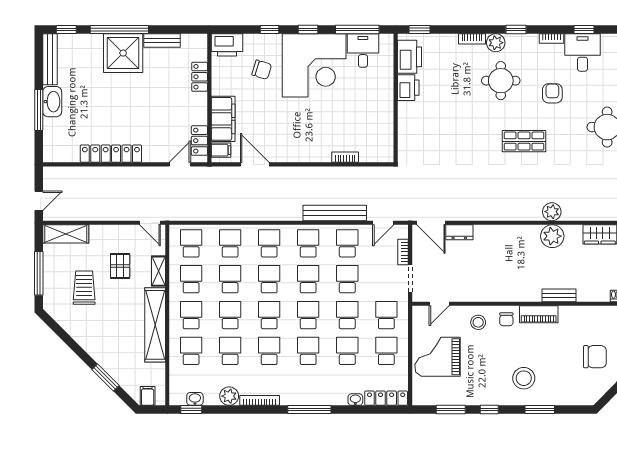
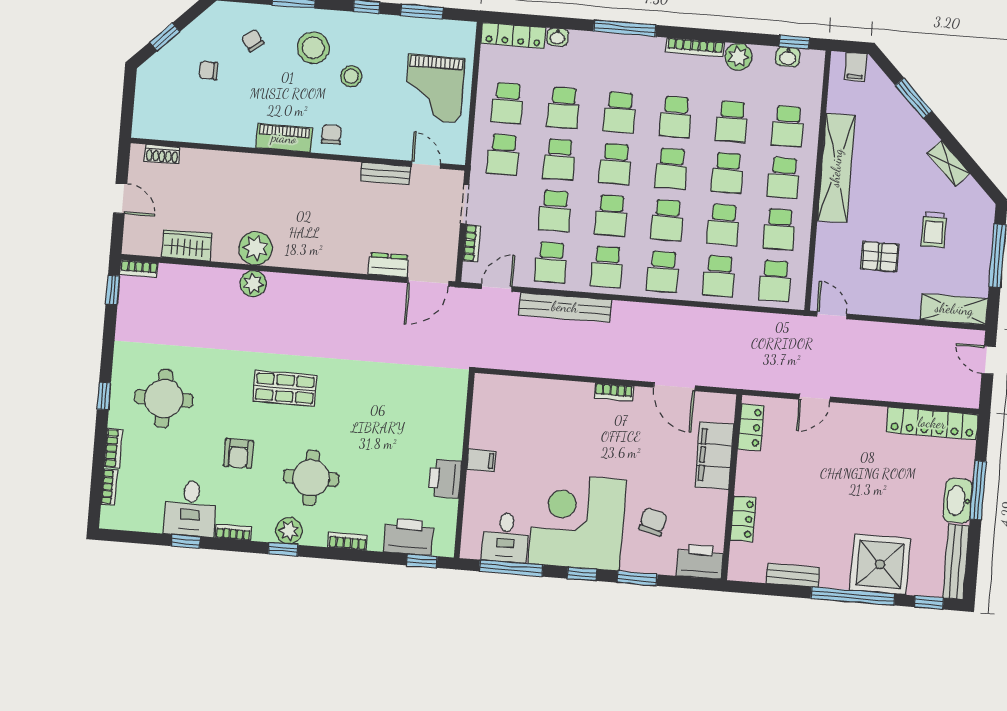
window: (270, 30) -> (637, 579), width x1.50
plant: (496, 43) -> (289, 531), moved
shower: (123, 53) -> (880, 564), moved
printer: (409, 57) -> (409, 537), moved, turned 90
chair: (262, 70) -> (653, 522), turned 88
filing cabinet: (221, 150) -> (481, 460), moved, turned 180
locker: (111, 154) -> (932, 423), moved
bookcase: (345, 157) -> (614, 392), moved
door: (180, 164) -> (815, 398), moved
door: (39, 201) -> (989, 360), hinge flipped
door: (431, 223) -> (428, 282), swing flipped
pallet: (120, 266) -> (880, 257), turned 90
shelving: (158, 271) -> (948, 163), moved, turned -45
trolley: (84, 288) -> (934, 230), width x0.73, depth x0.72
bench: (559, 295) -> (385, 174), moved
door: (439, 304) -> (426, 165), hinge flipped
stool: (478, 322) -> (351, 76), moved
grand piano: (438, 357) -> (434, 89), turned 90
chair: (595, 357) -> (209, 70), width x0.54, depth x0.54
chair: (566, 380) -> (253, 40), added

